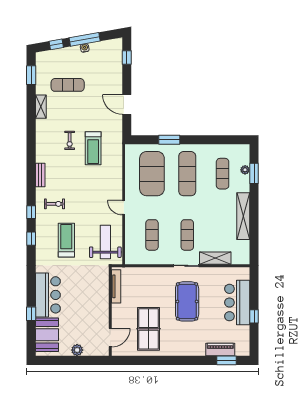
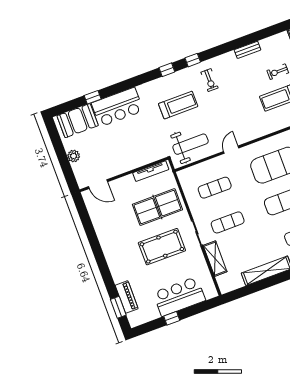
bench: (40, 175) -> (248, 50), moved
table tennis table: (149, 329) -> (157, 207), moved

